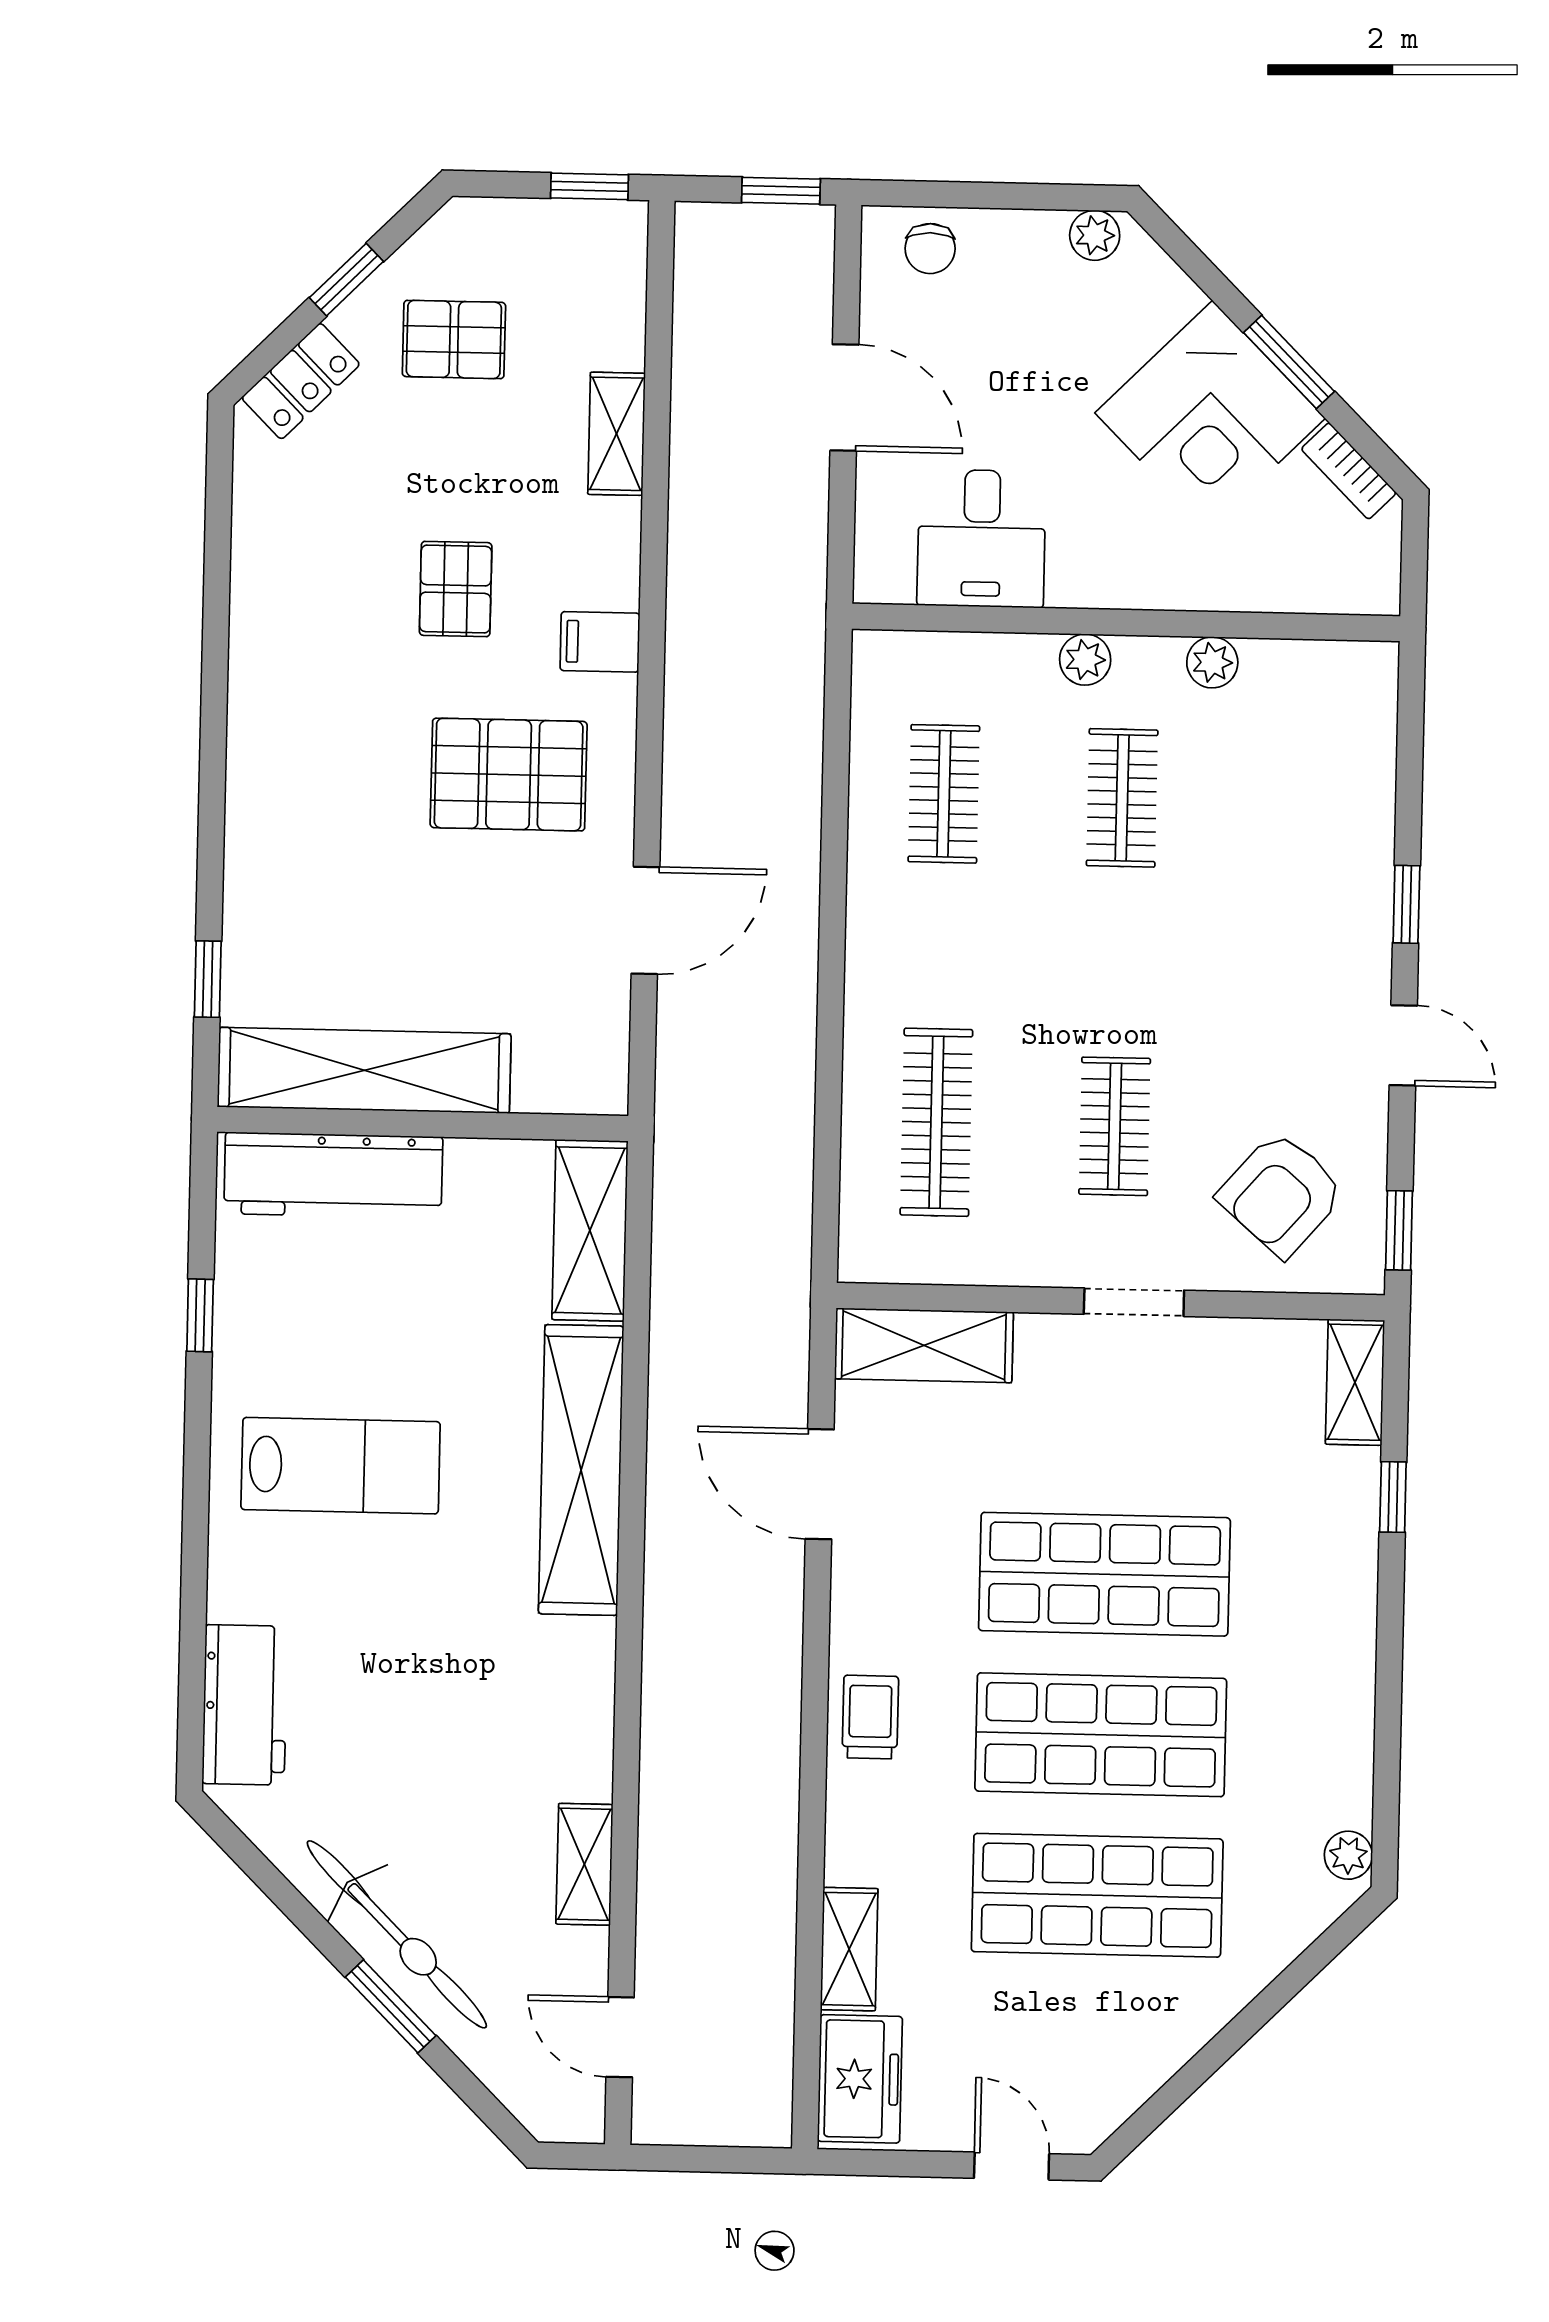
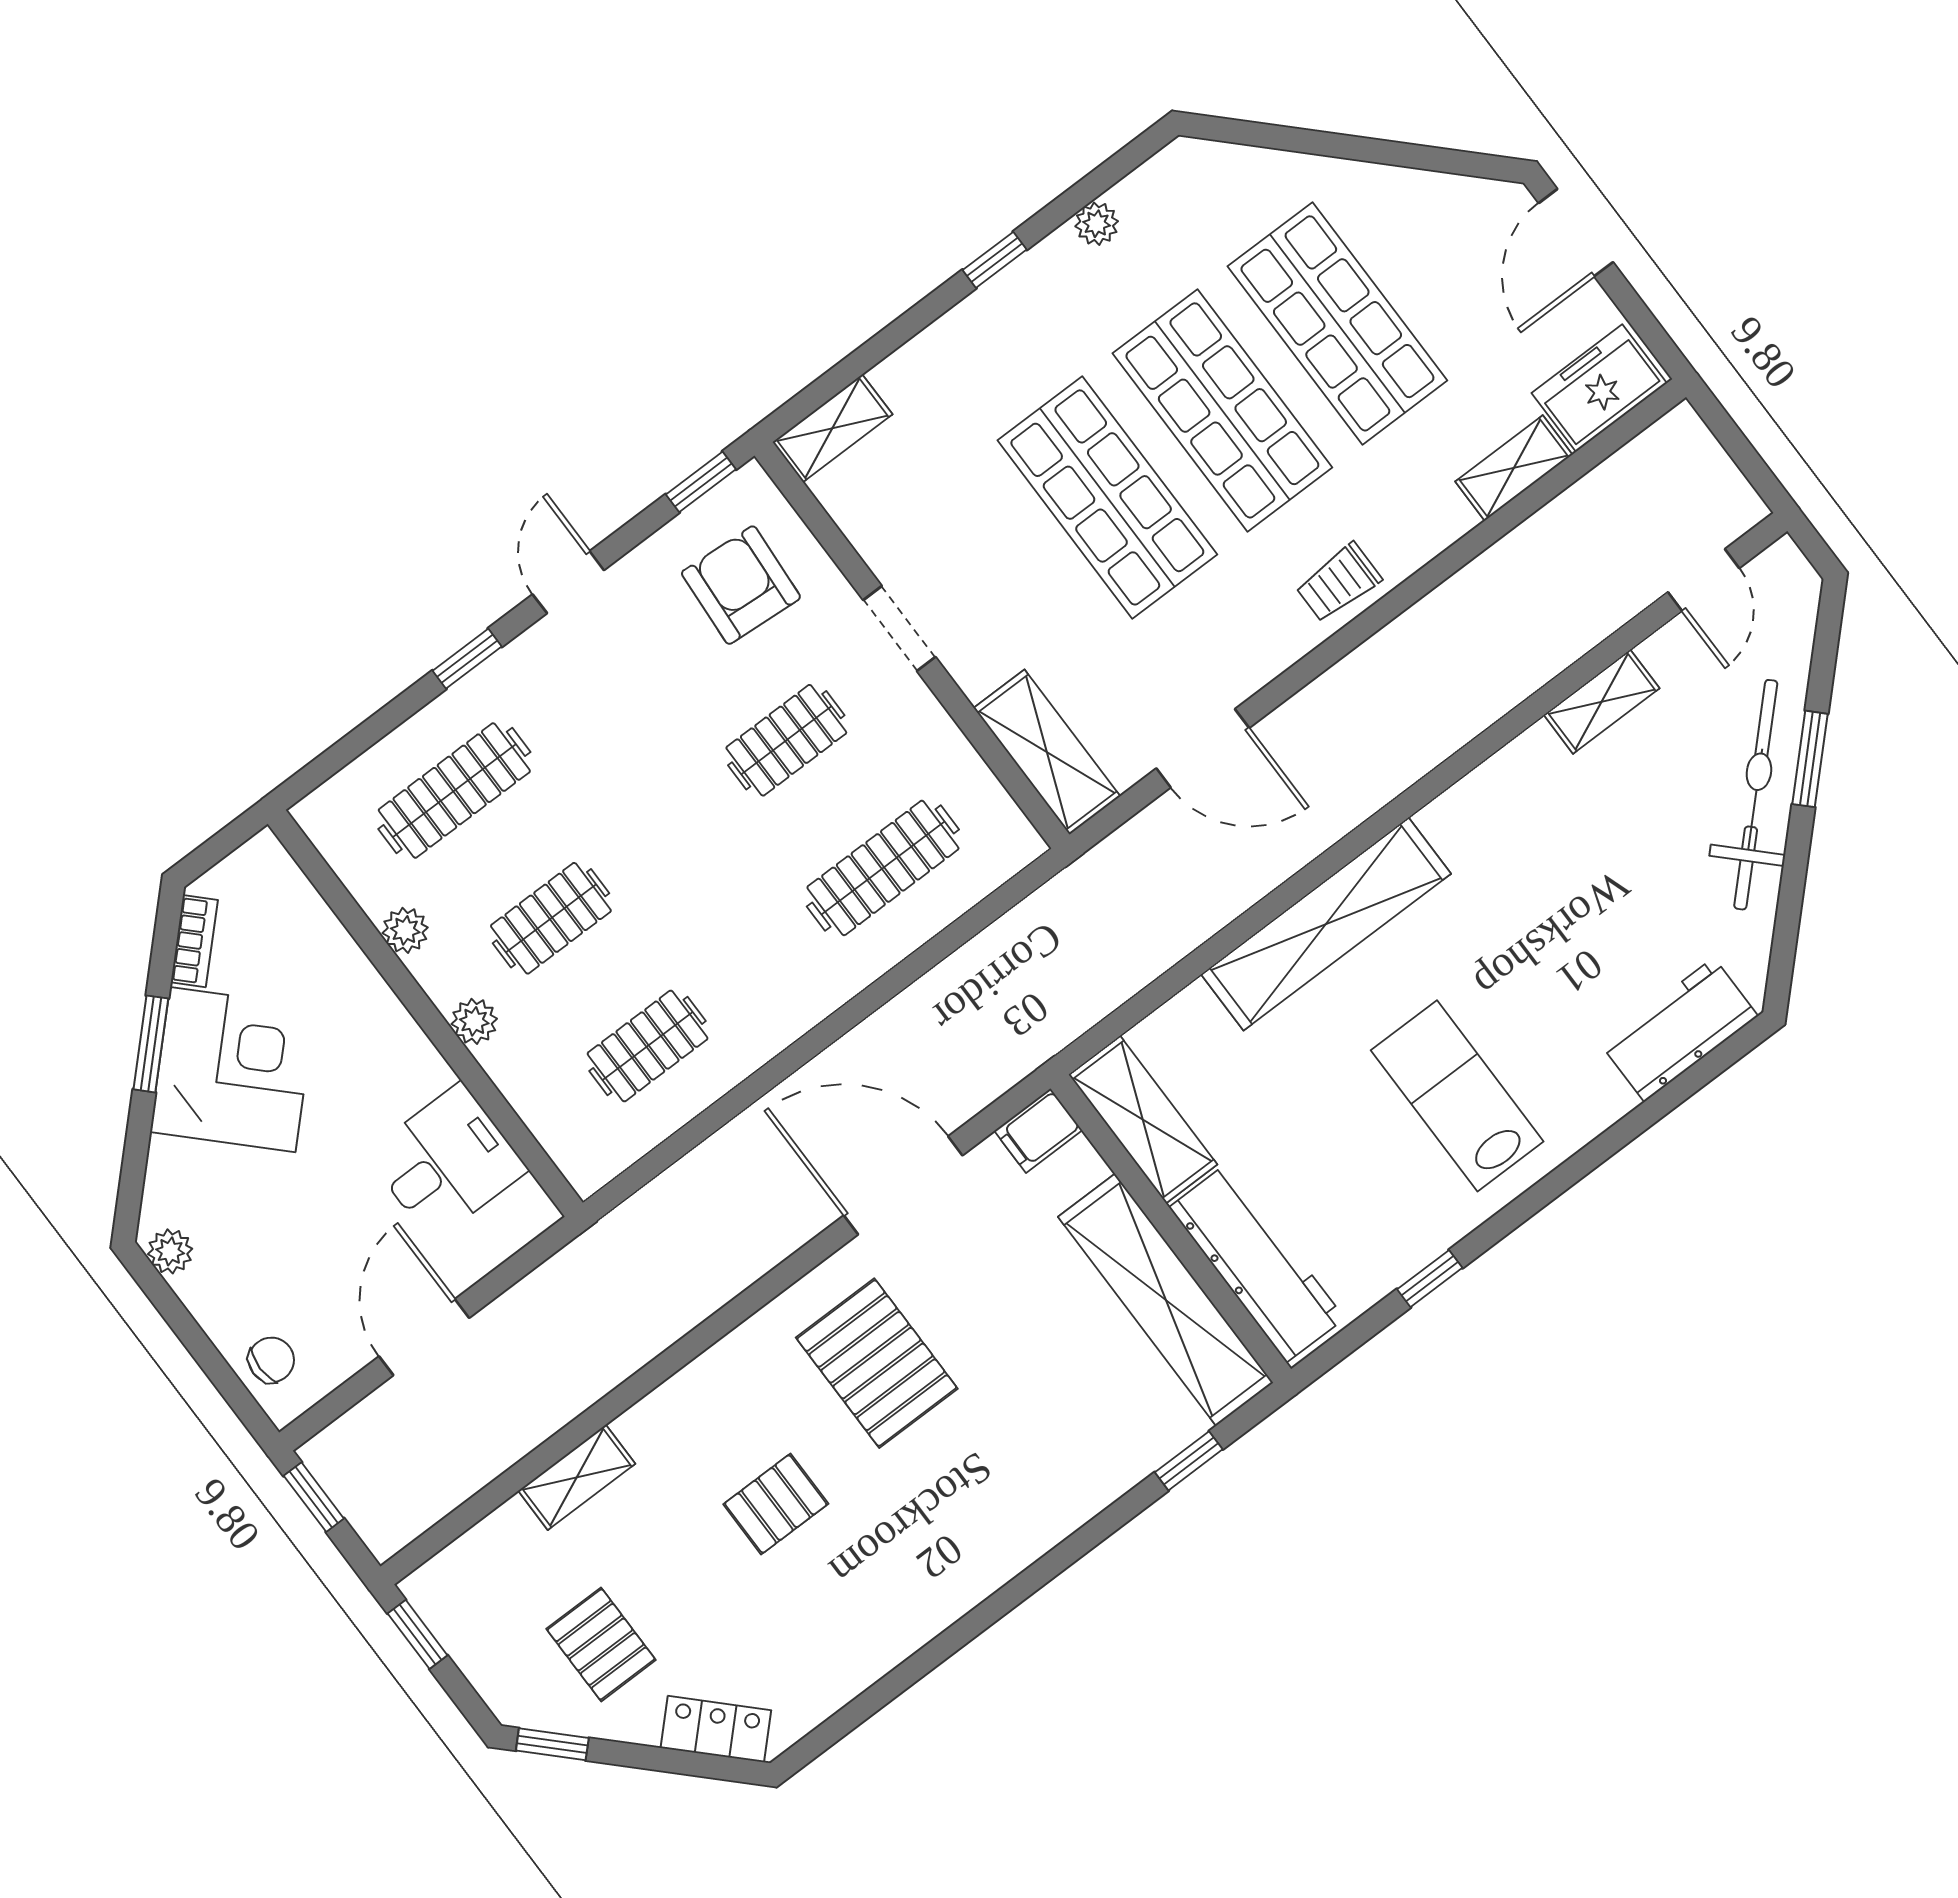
window: (346, 280) -> (552, 1744), moved
filing cabinet: (600, 642) -> (1038, 1131), moved, turned 90
clothes rail: (1300, 802) -> (454, 791), added
door: (645, 920) -> (903, 1185), width x1.36
armchair: (1281, 1194) -> (741, 585), turned -127
shelving: (590, 1230) -> (1143, 1120), moved, turned 90
door: (820, 1484) -> (1203, 748), hinge flipped
window: (1393, 1497) -> (995, 260), moved
plant: (1348, 1855) -> (1097, 224), moved
door: (1012, 2166) -> (1576, 233), width x1.38

